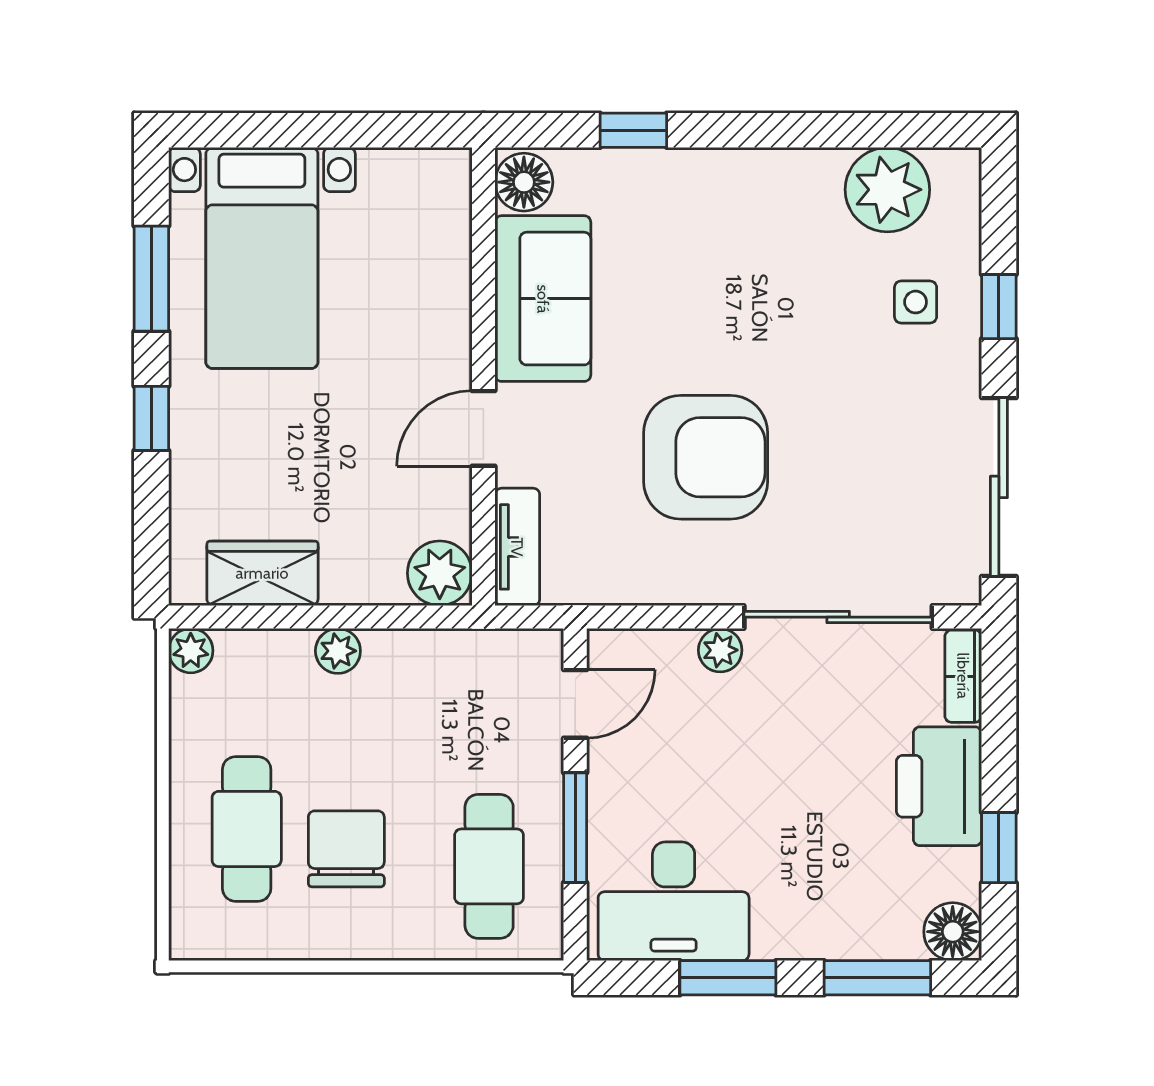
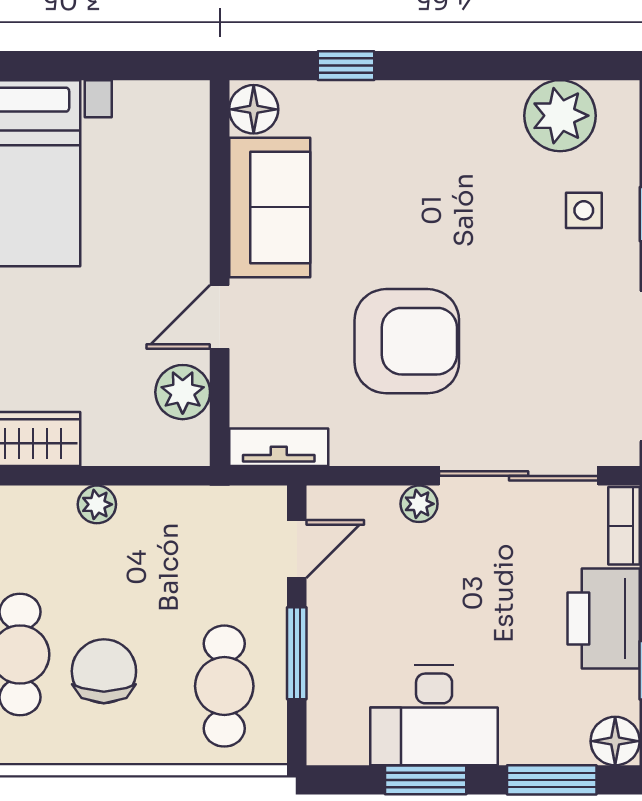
tv unit: (517, 547) -> (279, 447), moved, turned -90
plant: (440, 573) -> (183, 392), moved
desk: (674, 901) -> (434, 715), moved

